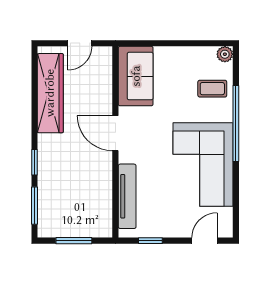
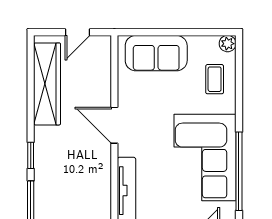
sofa: (136, 76) -> (156, 53), moved, turned 90
coffee table: (212, 89) -> (215, 79), turned 90
window: (236, 124) -> (239, 171), moved

